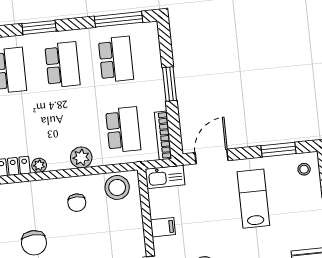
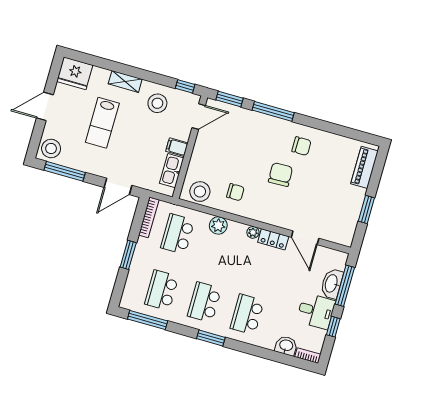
window: (278, 150) -> (65, 171), width x1.44
stool: (304, 169) -> (51, 148), width x1.89, depth x1.89
kitchen sink: (165, 177) -> (172, 171), moved, turned -90
lab bench: (253, 199) -> (102, 123), moved
chair: (77, 203) -> (235, 192), turned 90

